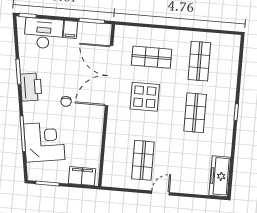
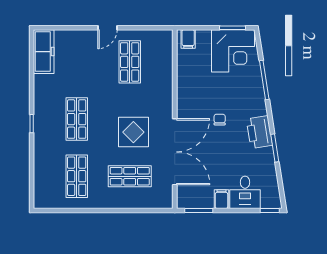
desk: (44, 33) -> (245, 192), width x0.73
corner desk: (44, 142) -> (233, 51), moved, turned -81
filing cabinet: (82, 176) -> (188, 39), width x0.50

